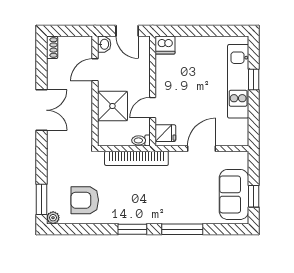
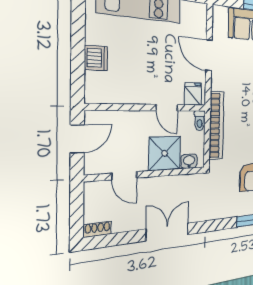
washbasin: (104, 44) -> (189, 161), moved
dishwasher: (165, 45) -> (96, 58), moved

